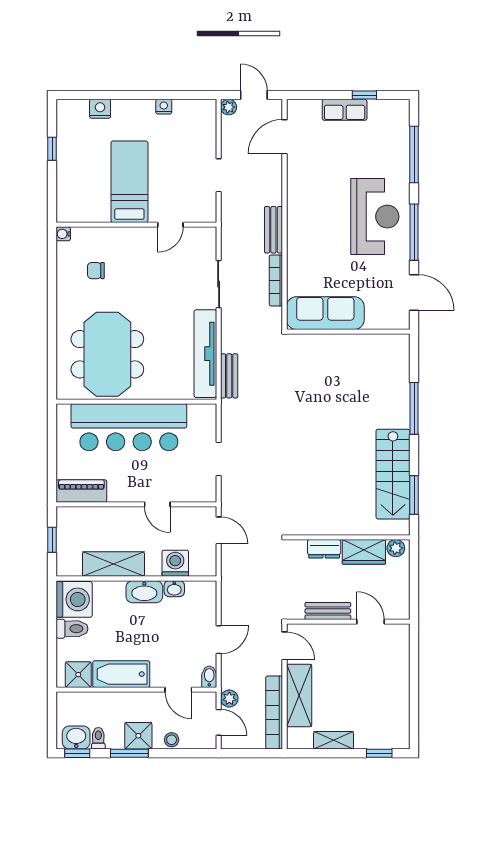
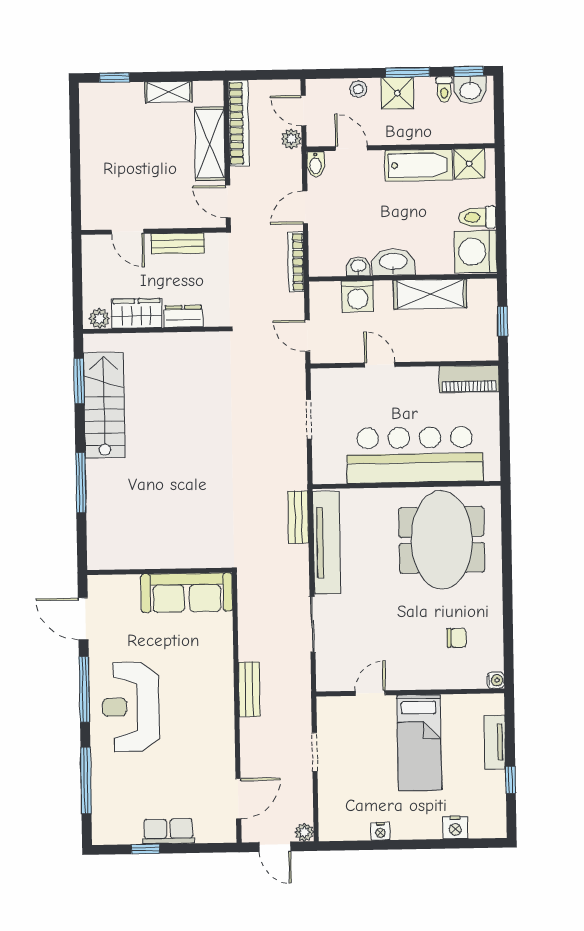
tv unit: (65, 181) -> (495, 742), added
bookcase: (276, 280) -> (296, 262), moved, turned 180

